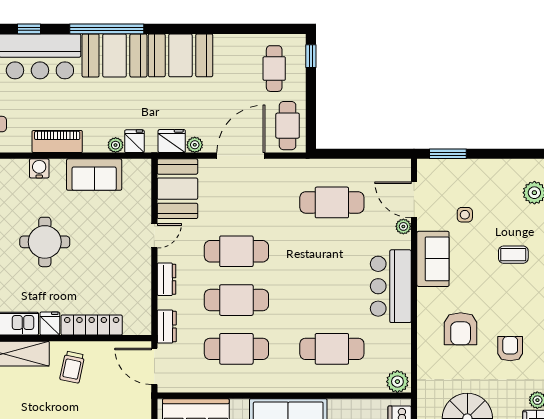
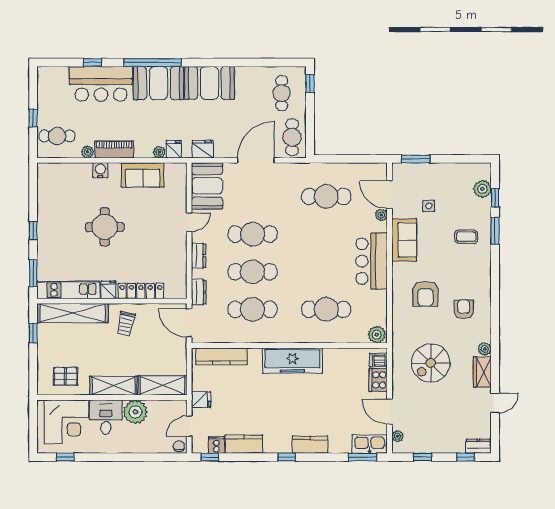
plant: (195, 145) -> (88, 152), moved

